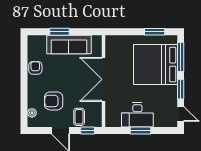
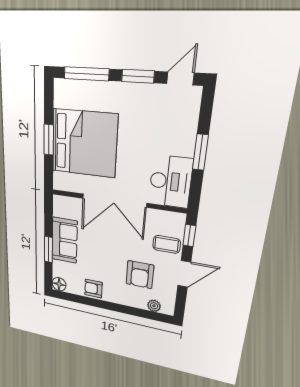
window: (155, 32) -> (49, 140), moved
floor lamp: (33, 41) -> (59, 284), added
sofa: (69, 44) -> (65, 240), width x0.73
bed: (155, 65) -> (84, 143), moved, turned -90
desk: (137, 115) -> (170, 182), moved

